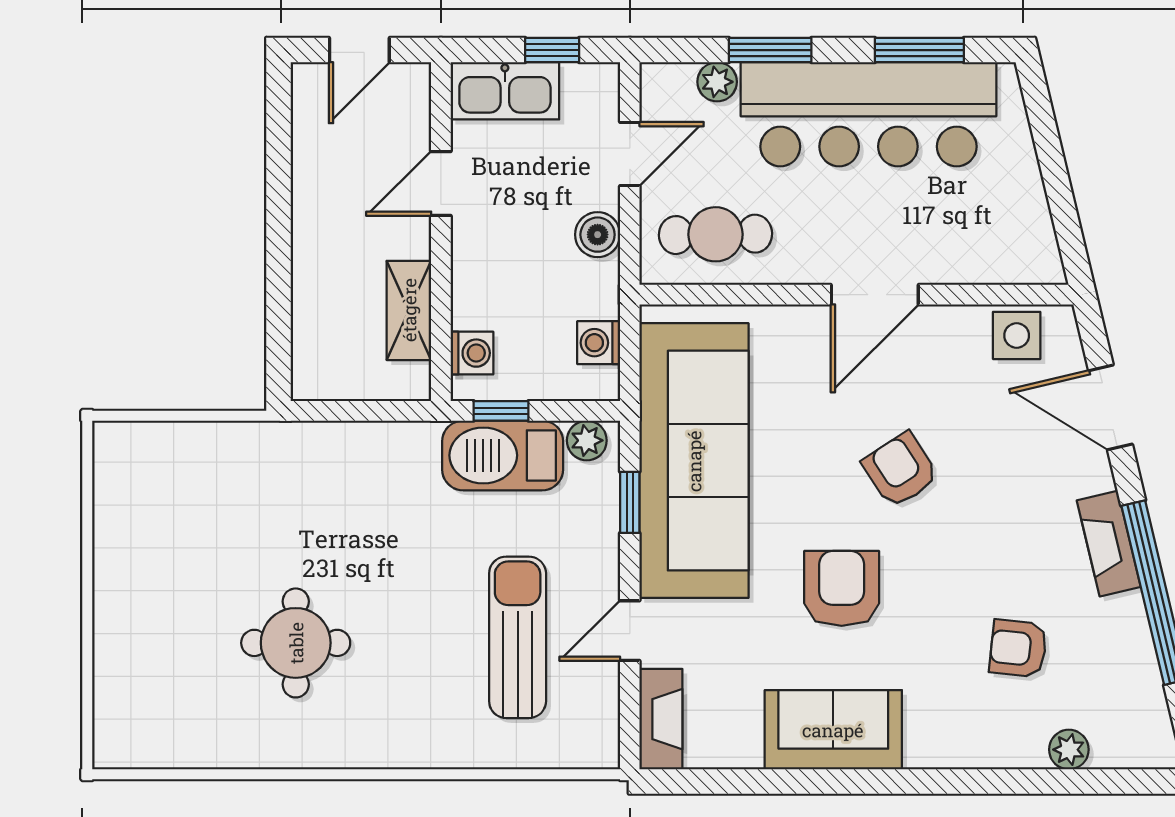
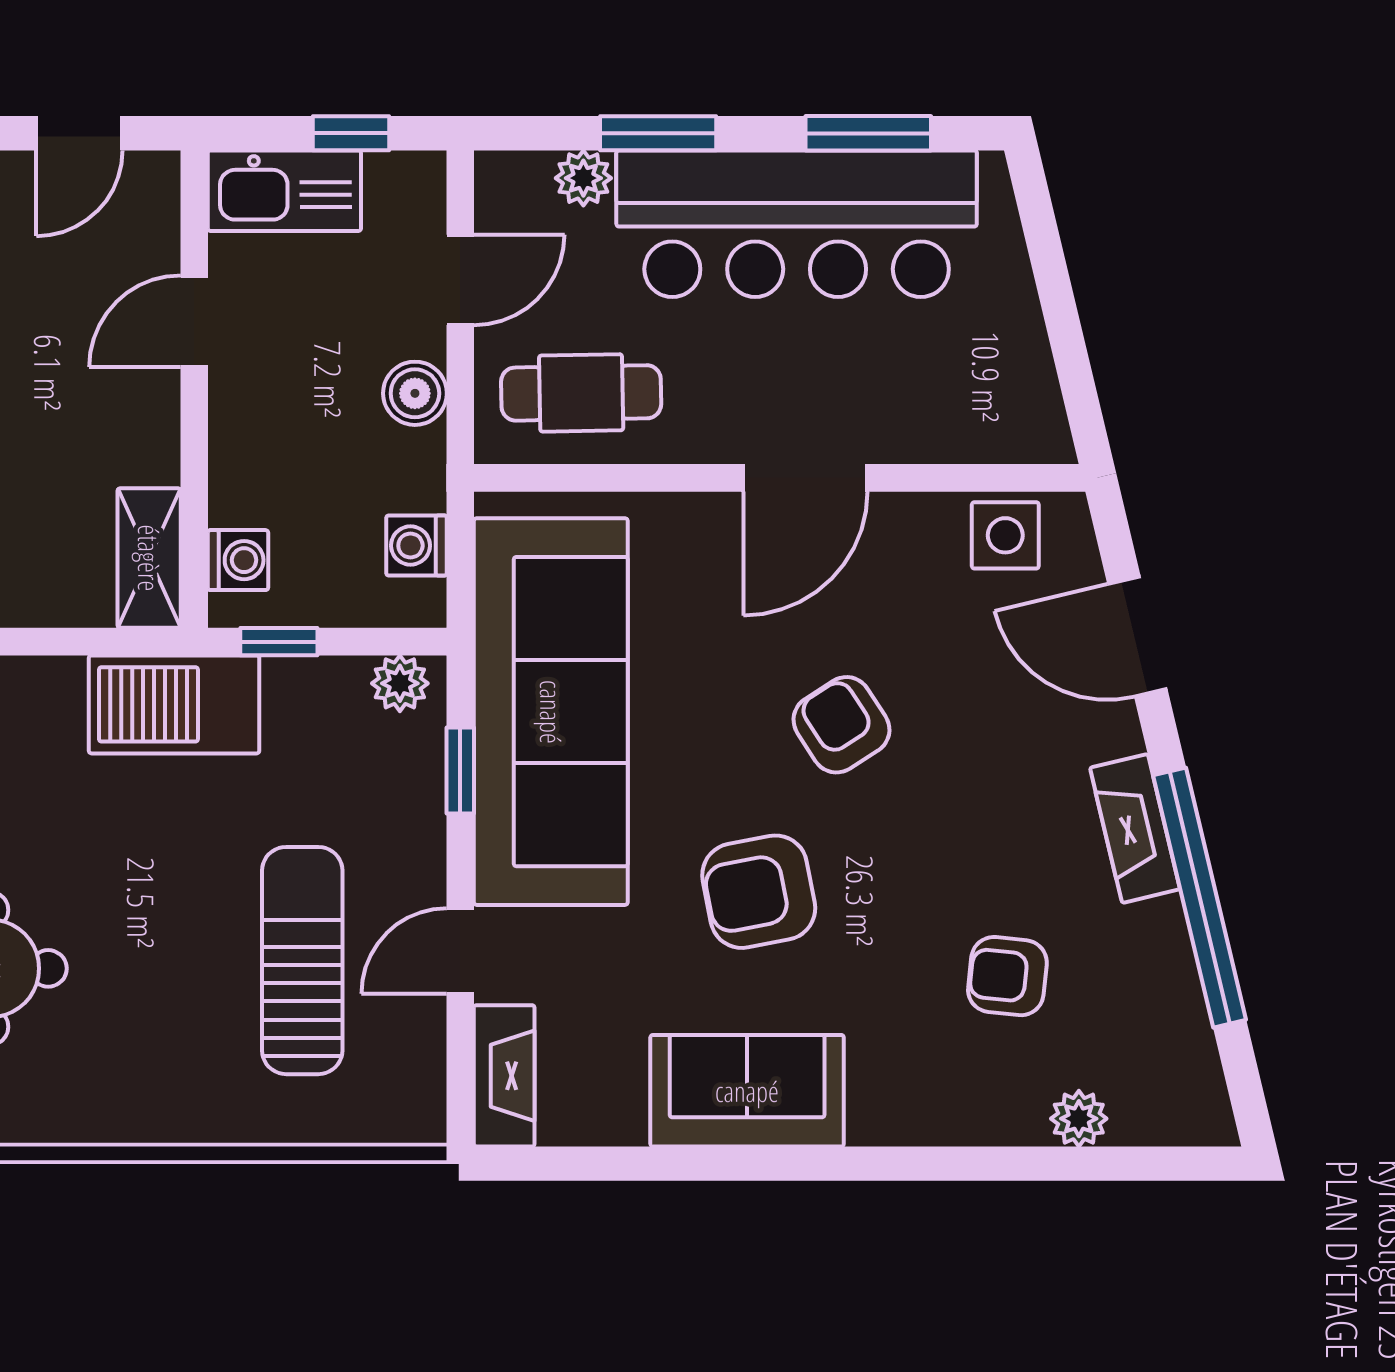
shelving: (409, 310) -> (149, 558), moved
barbecue: (503, 455) -> (174, 704), moved
armchair: (842, 588) -> (759, 892), turned -101

